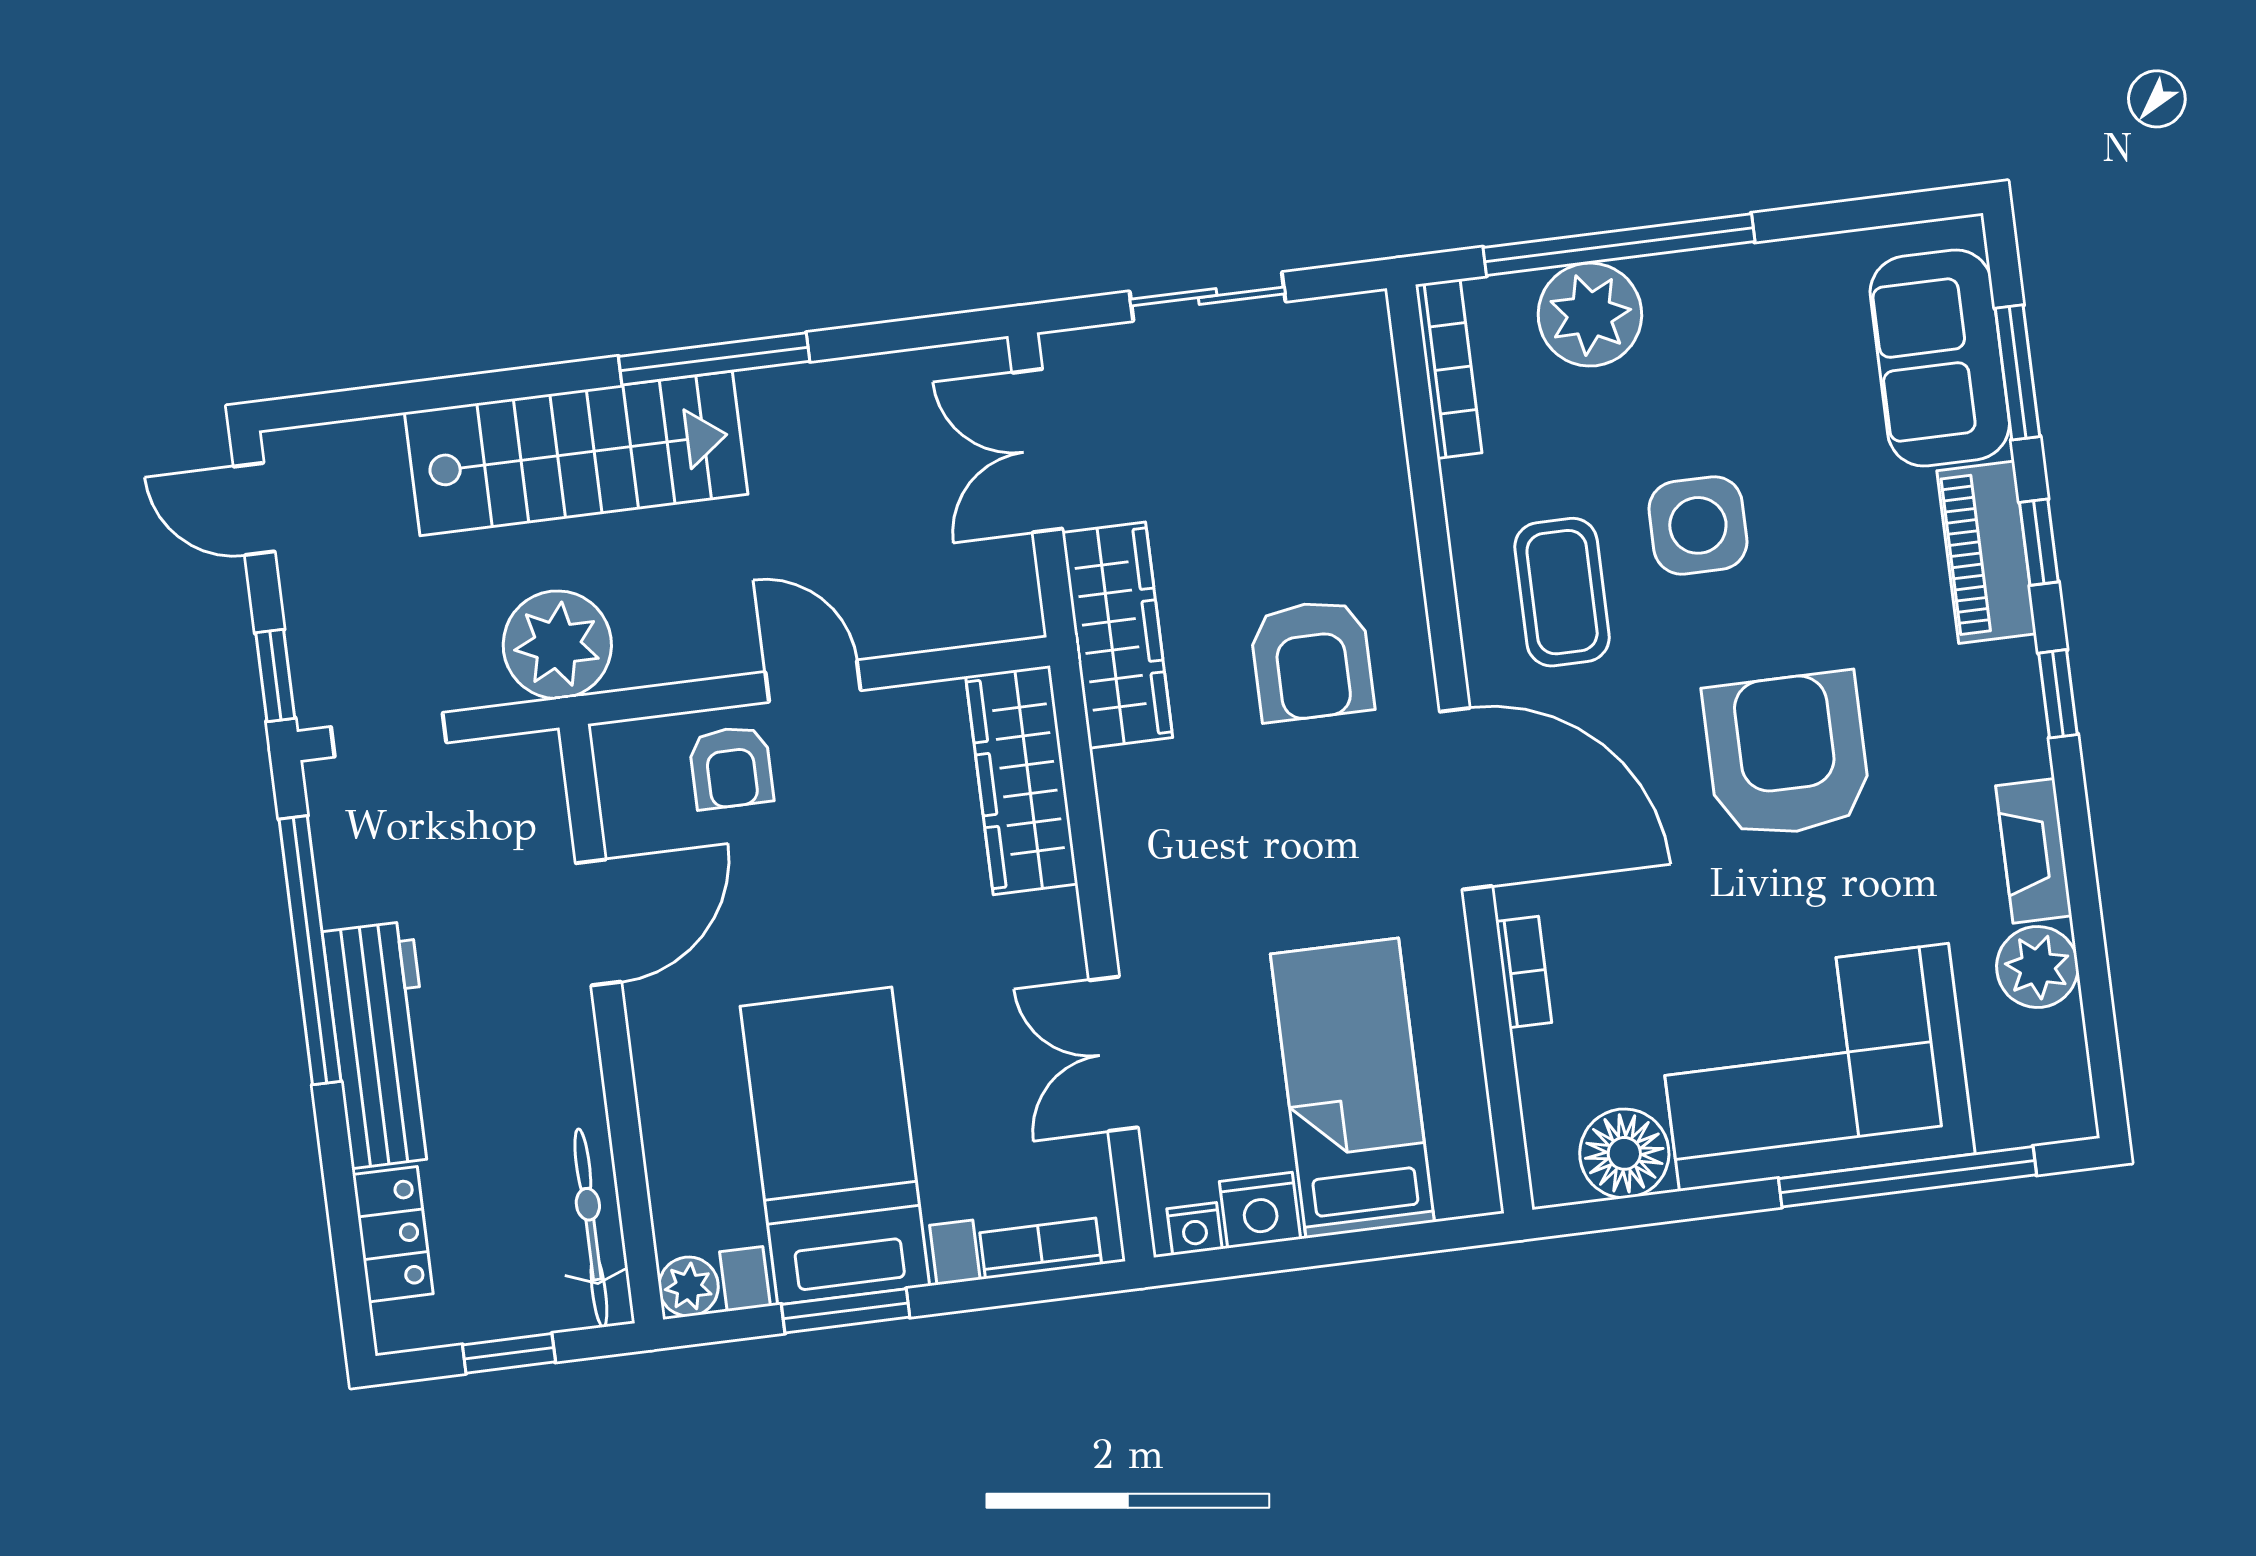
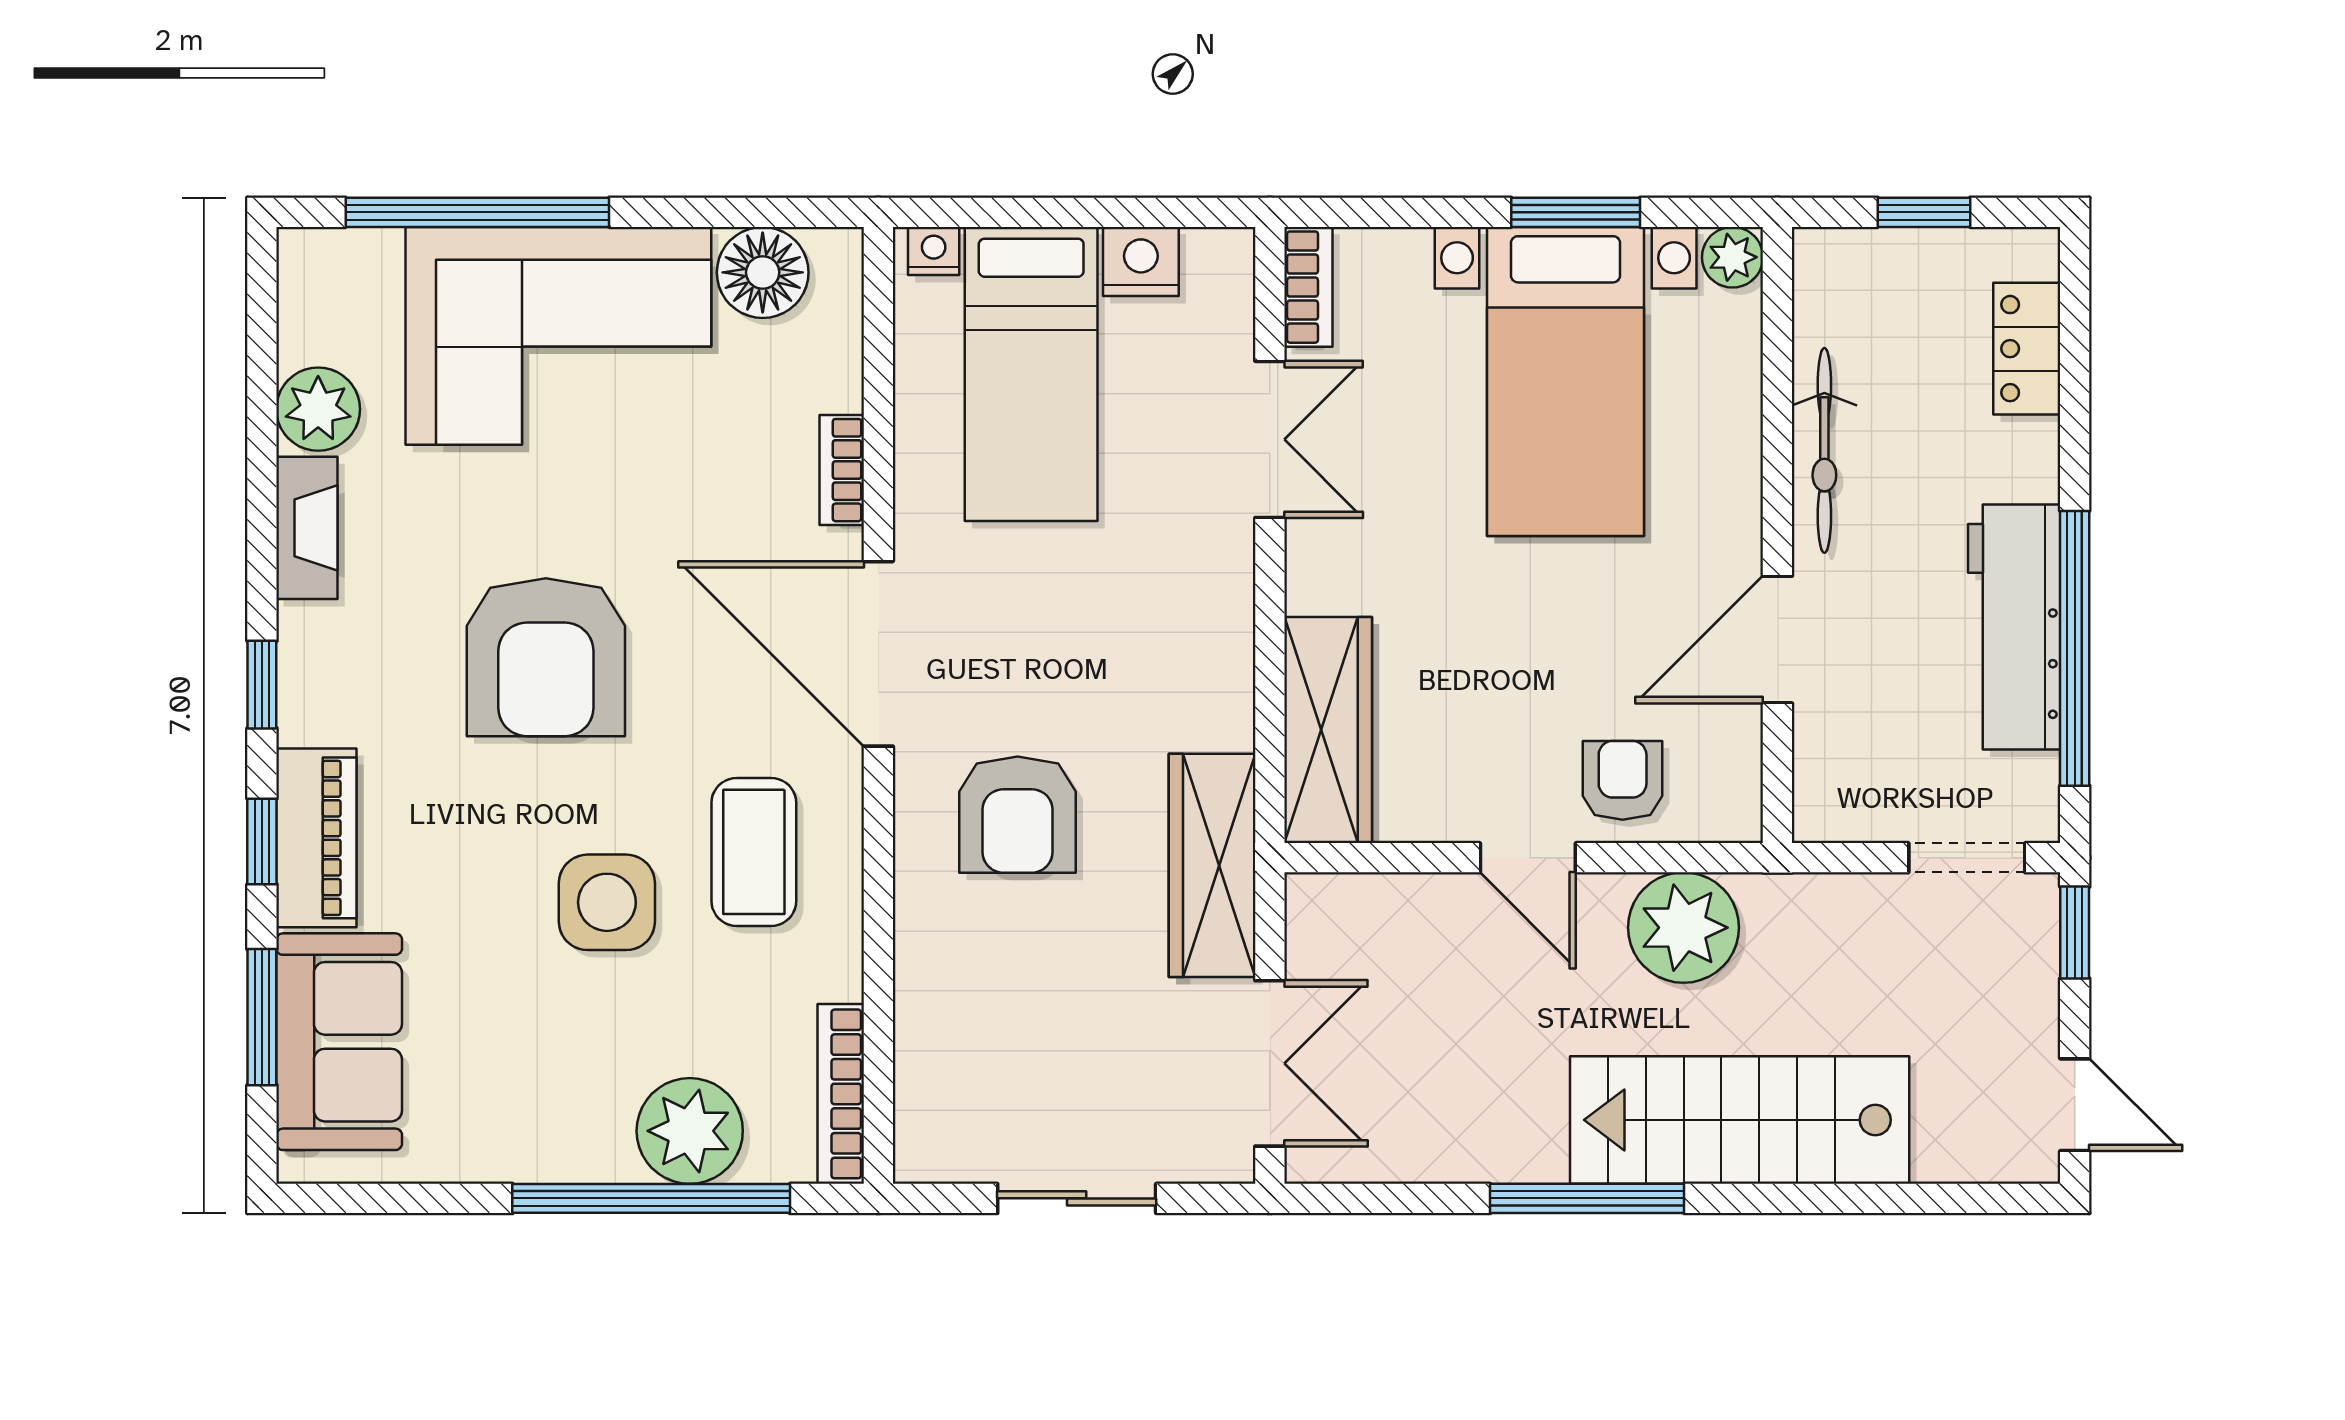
plant: (557, 645) -> (1683, 928), moved
armchair: (1312, 660) -> (1018, 815), turned 180
workbench: (381, 1045) -> (2014, 627), moved
bicycle: (591, 1228) -> (1824, 450), moved
nightstand: (1195, 1229) -> (934, 251), moved
bookcase: (1041, 1248) -> (1308, 287), moved, turned -90

